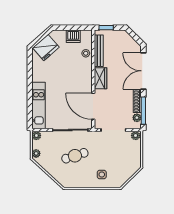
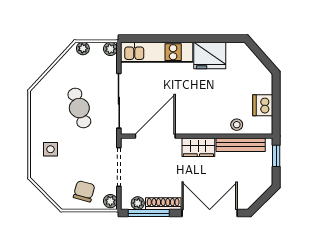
fridge: (46, 47) -> (210, 55), moved, turned -49
chair: (129, 153) -> (84, 191), added

